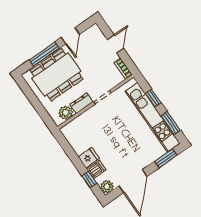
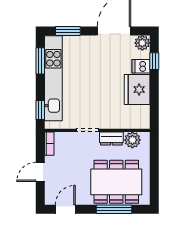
door: (70, 36) -> (65, 209), moved
window: (153, 98) -> (40, 110), moved
fridge: (89, 158) -> (137, 89), width x1.88, depth x1.34

